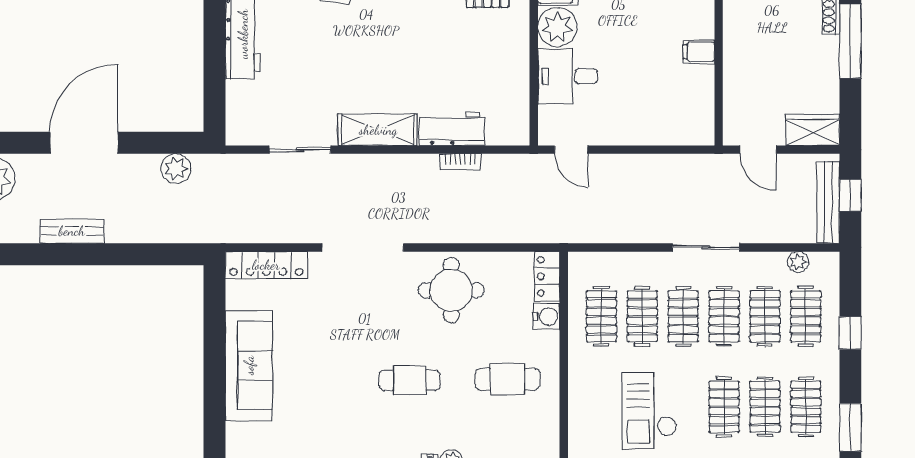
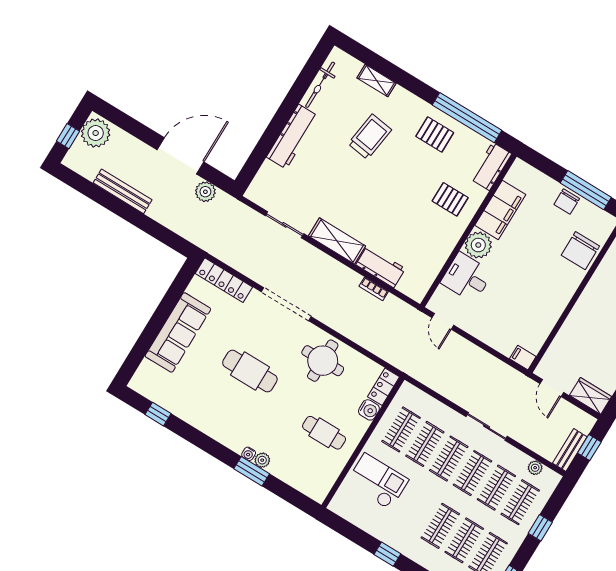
filing cabinet: (699, 52) -> (523, 358), moved
door: (84, 143) -> (181, 156), moved
bench: (828, 202) -> (570, 450), width x0.73
bench: (72, 231) -> (123, 191), width x1.36
cafe table: (410, 380) -> (250, 371), moved, width x1.37, depth x1.35
checkout: (649, 411) -> (377, 481), moved, turned 90

